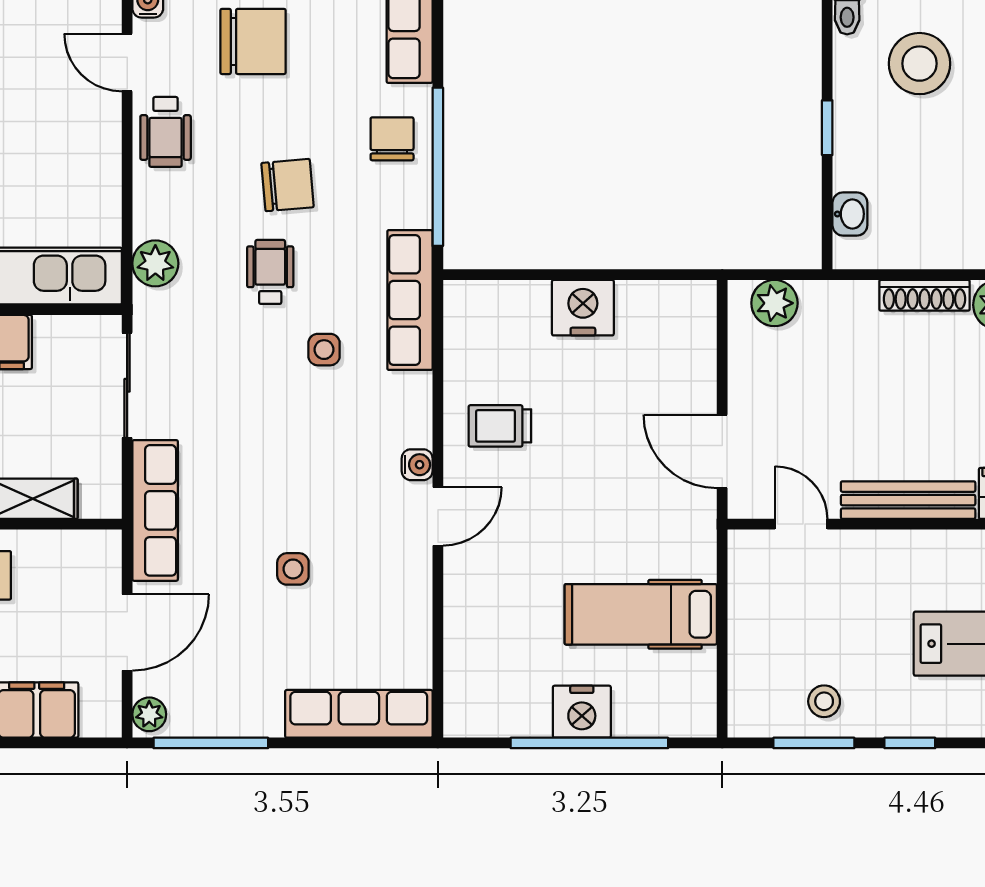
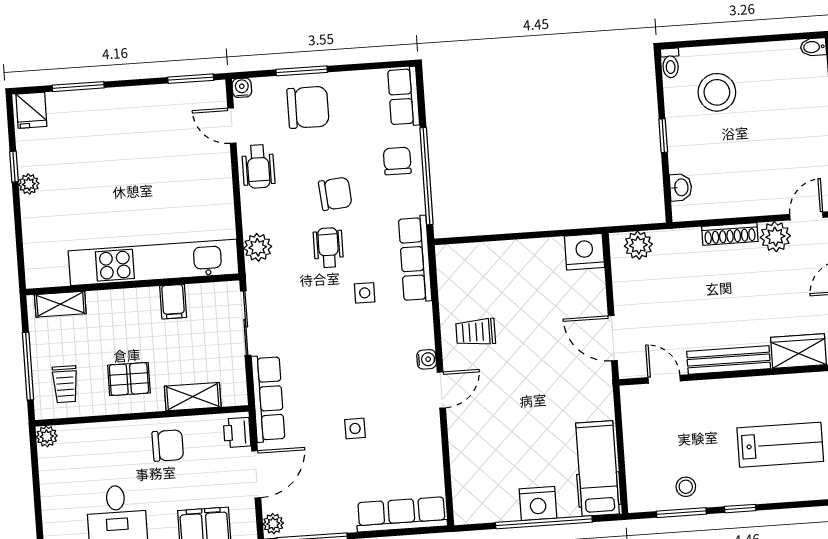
nightstand: (583, 308) -> (584, 252), moved
printer: (101, 562) -> (237, 432), added
hospital bed: (641, 614) -> (597, 468), moved, turned 90

